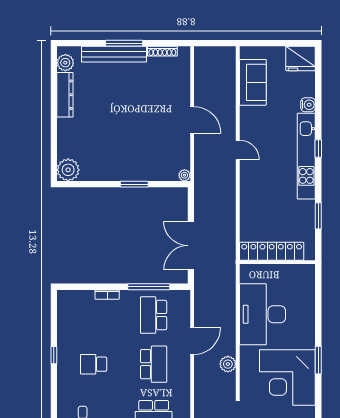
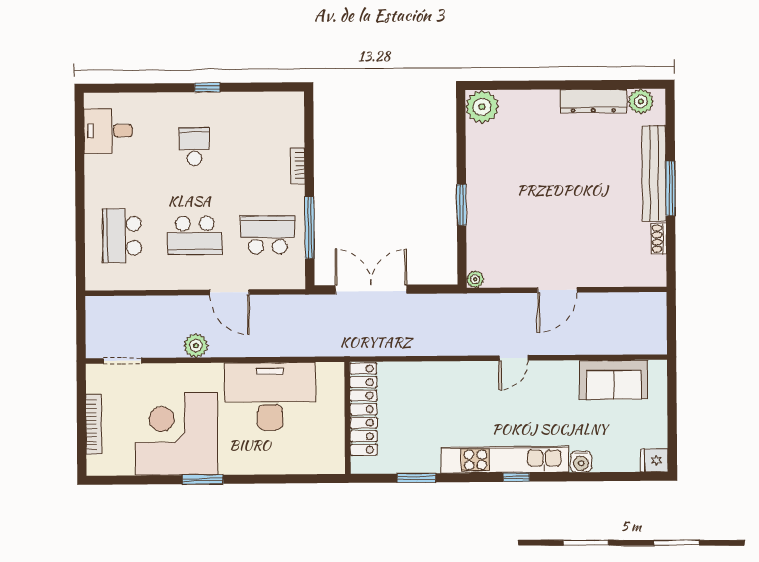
shoe rack: (162, 51) -> (659, 239), width x0.70
fridge: (301, 58) -> (654, 460), width x0.53, depth x0.75

